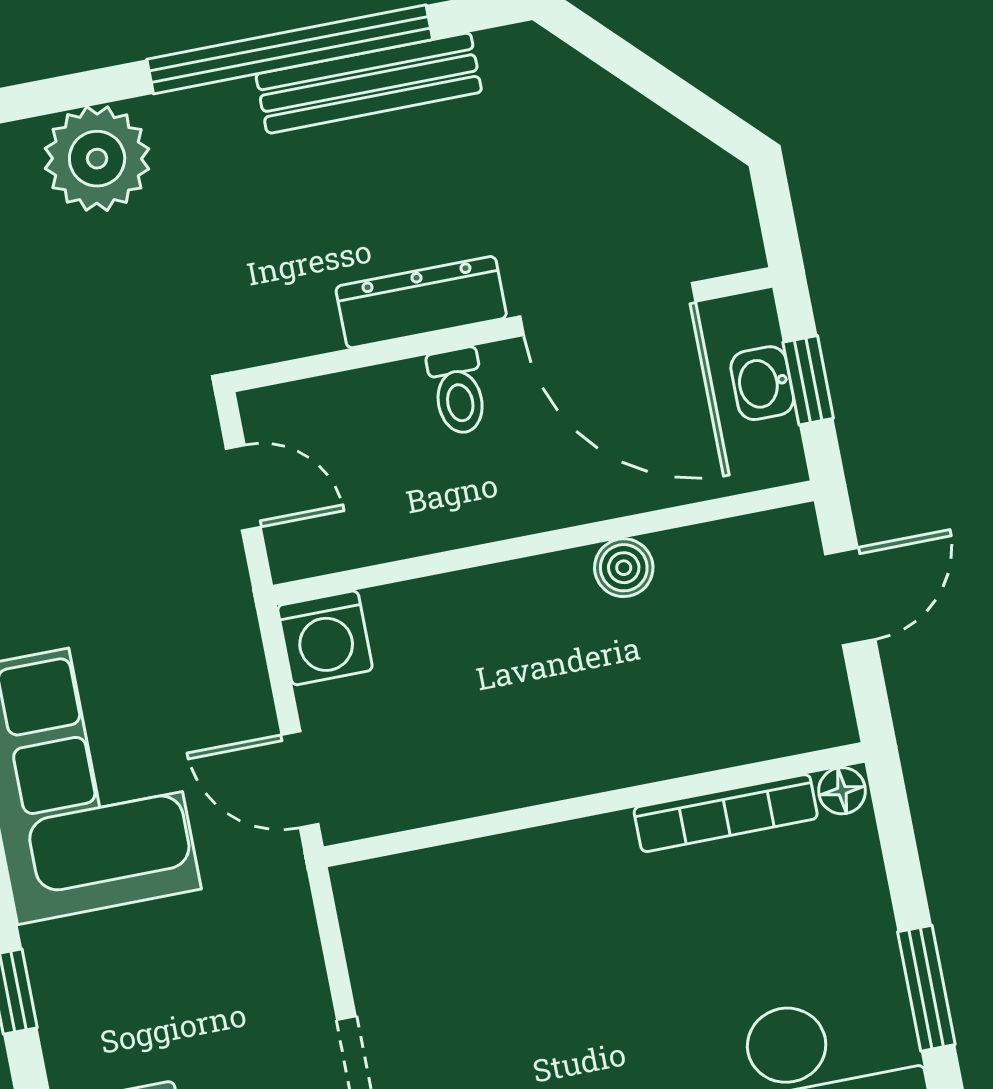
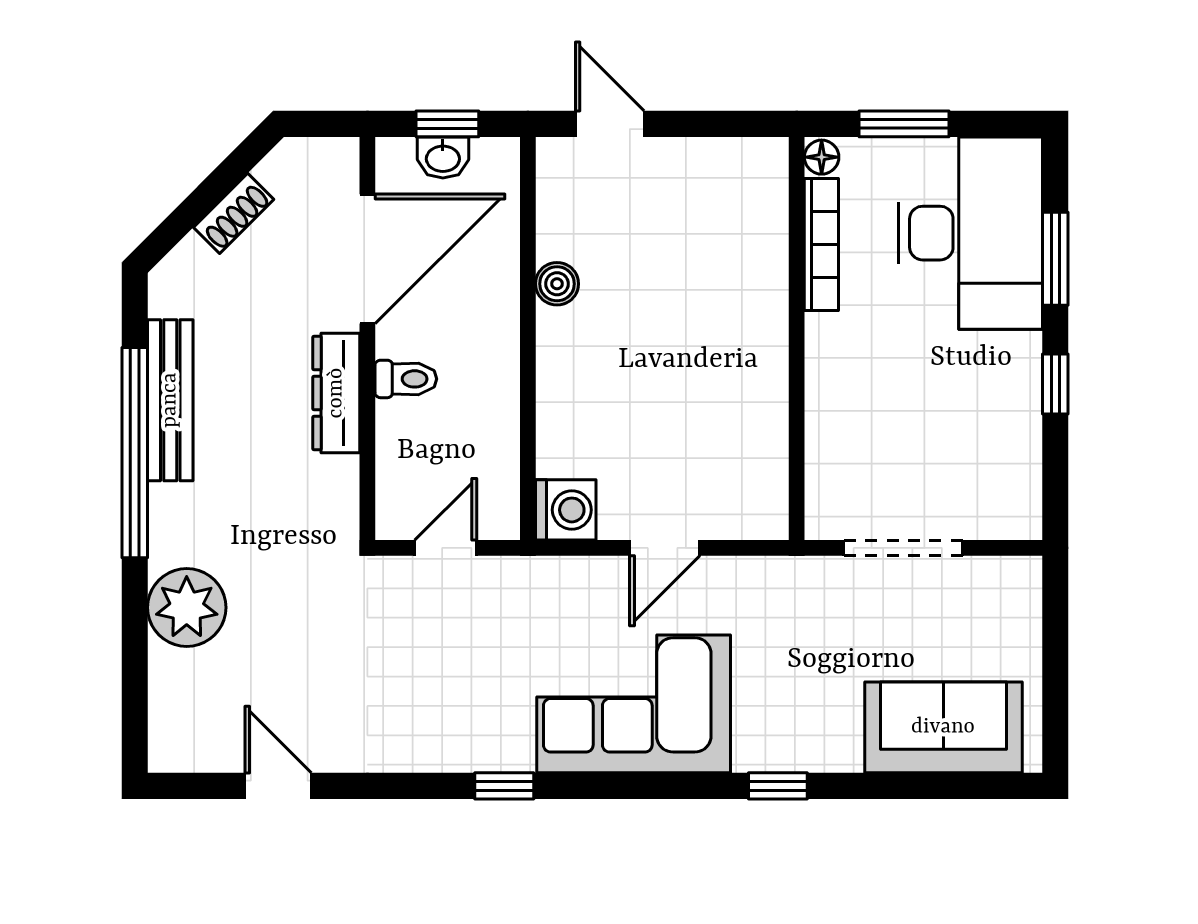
shoe rack: (634, 119) -> (234, 213), added
floor lamp: (842, 791) -> (822, 157), moved
wall: (594, 805) -> (797, 338), moved
bookcase: (726, 813) -> (821, 244), moved

